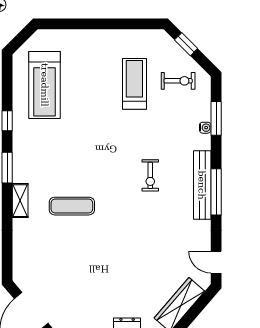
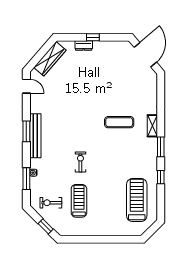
treadmill: (134, 84) -> (79, 201), turned 180
exercise bike: (150, 175) -> (80, 162), moved
window: (216, 192) -> (26, 131), width x0.69

